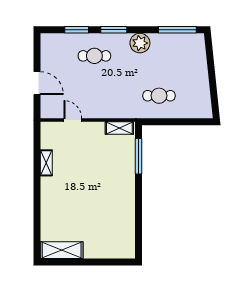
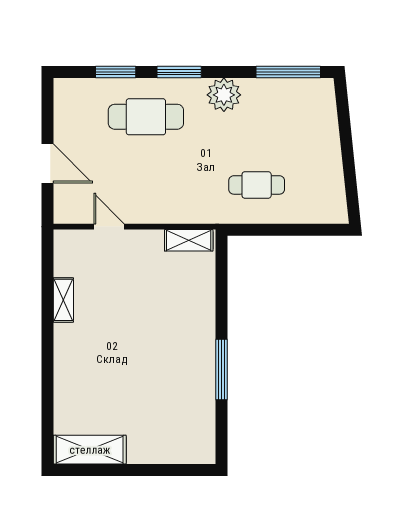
cafe table: (94, 56) -> (146, 117), width x1.37, depth x1.35
window: (138, 156) -> (221, 370), moved

